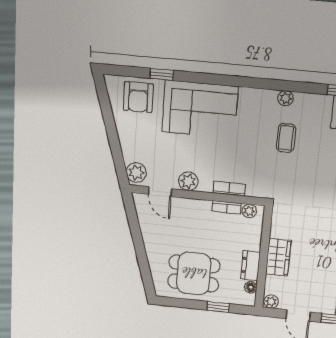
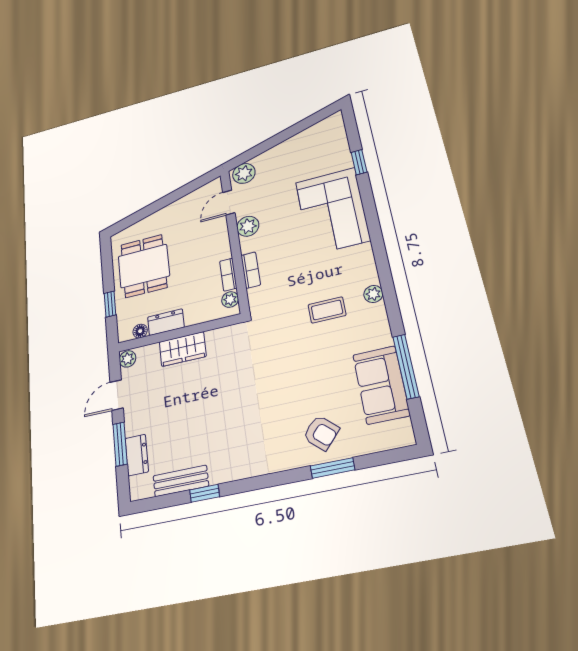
armchair: (138, 97) -> (327, 149), removed

